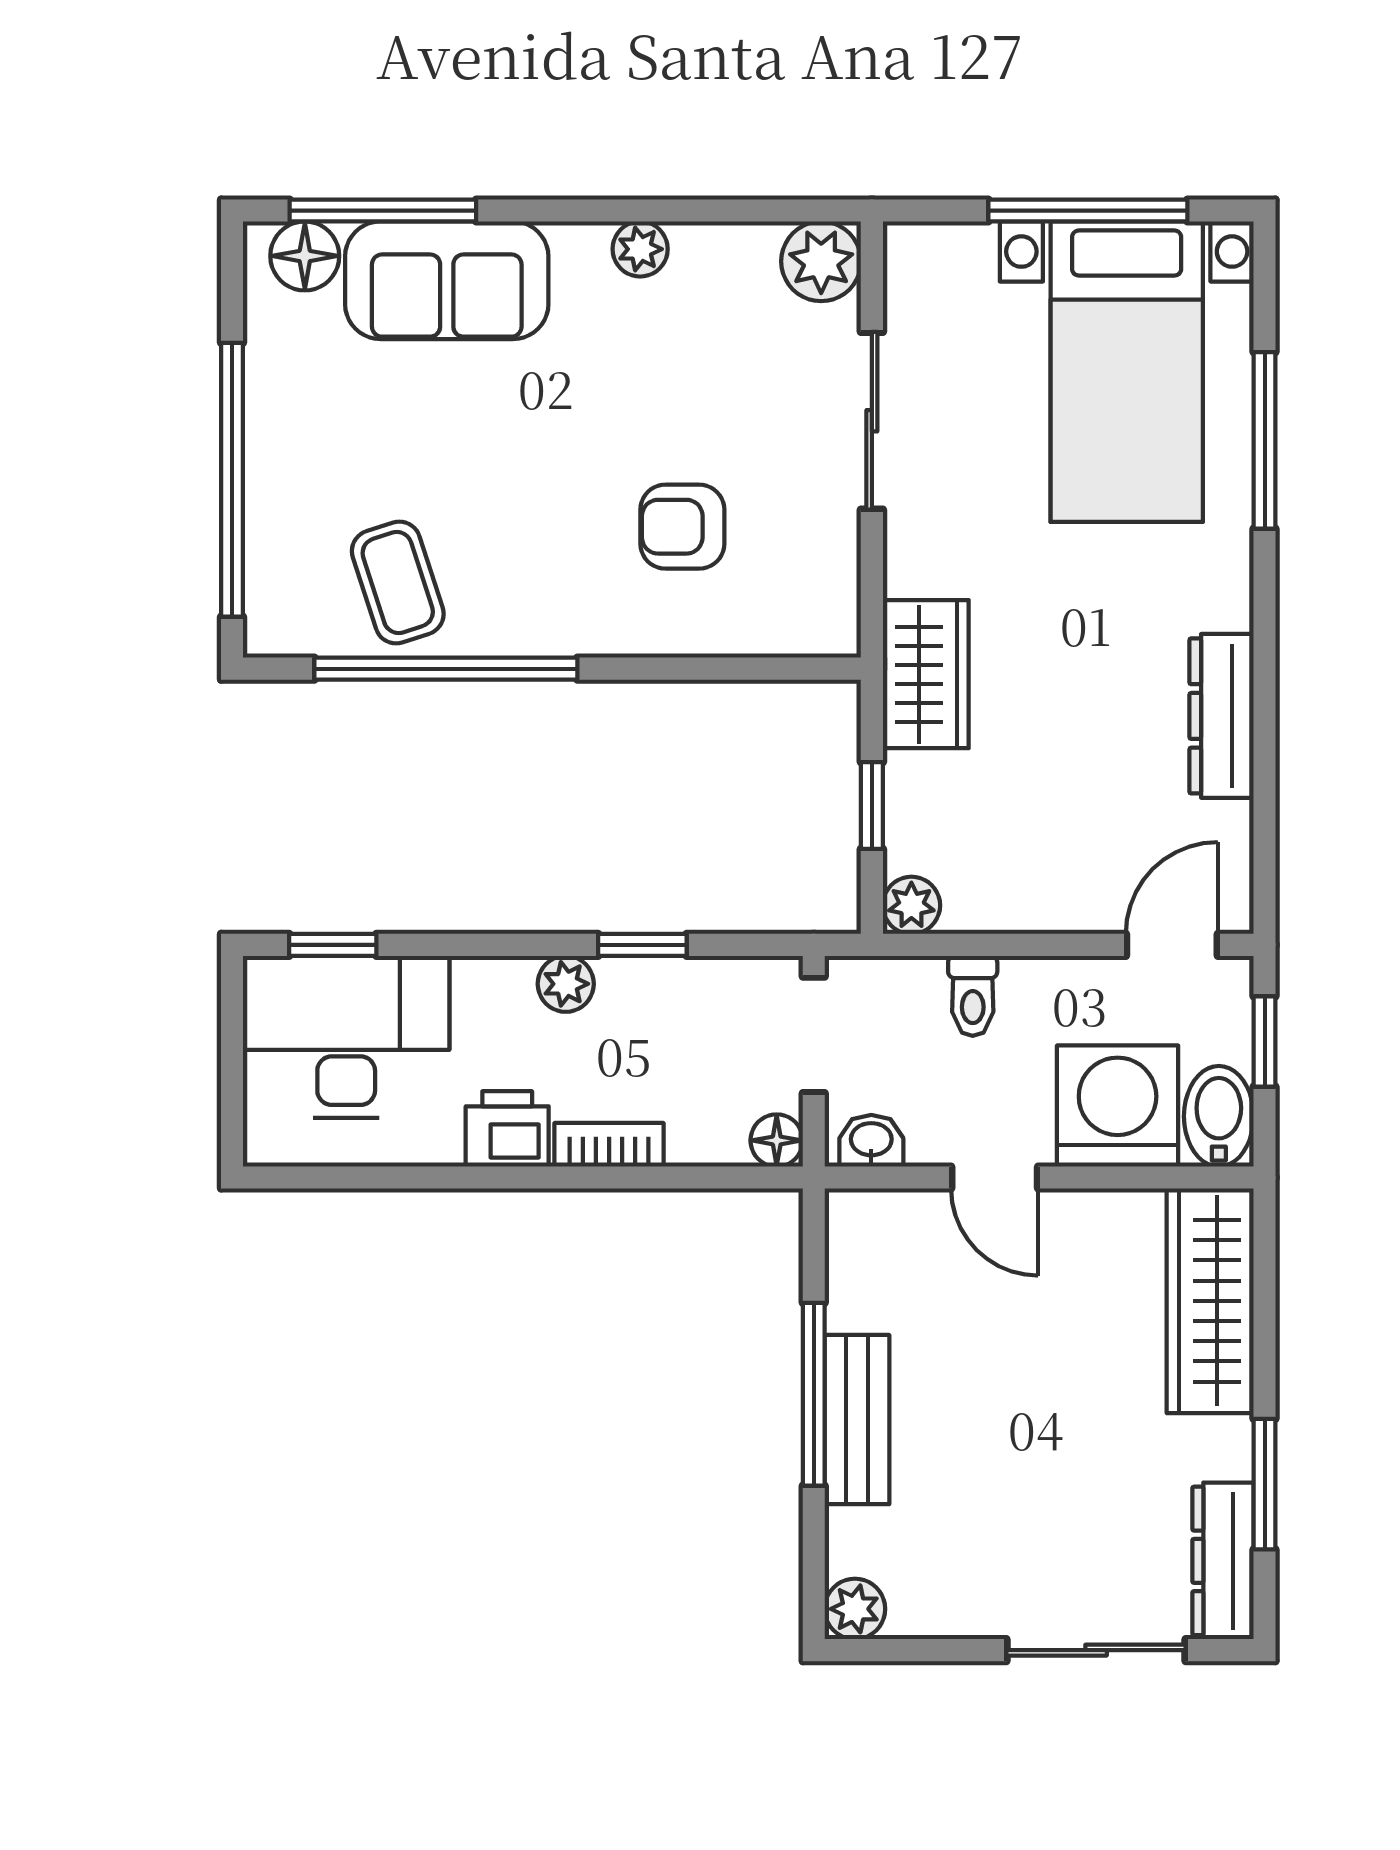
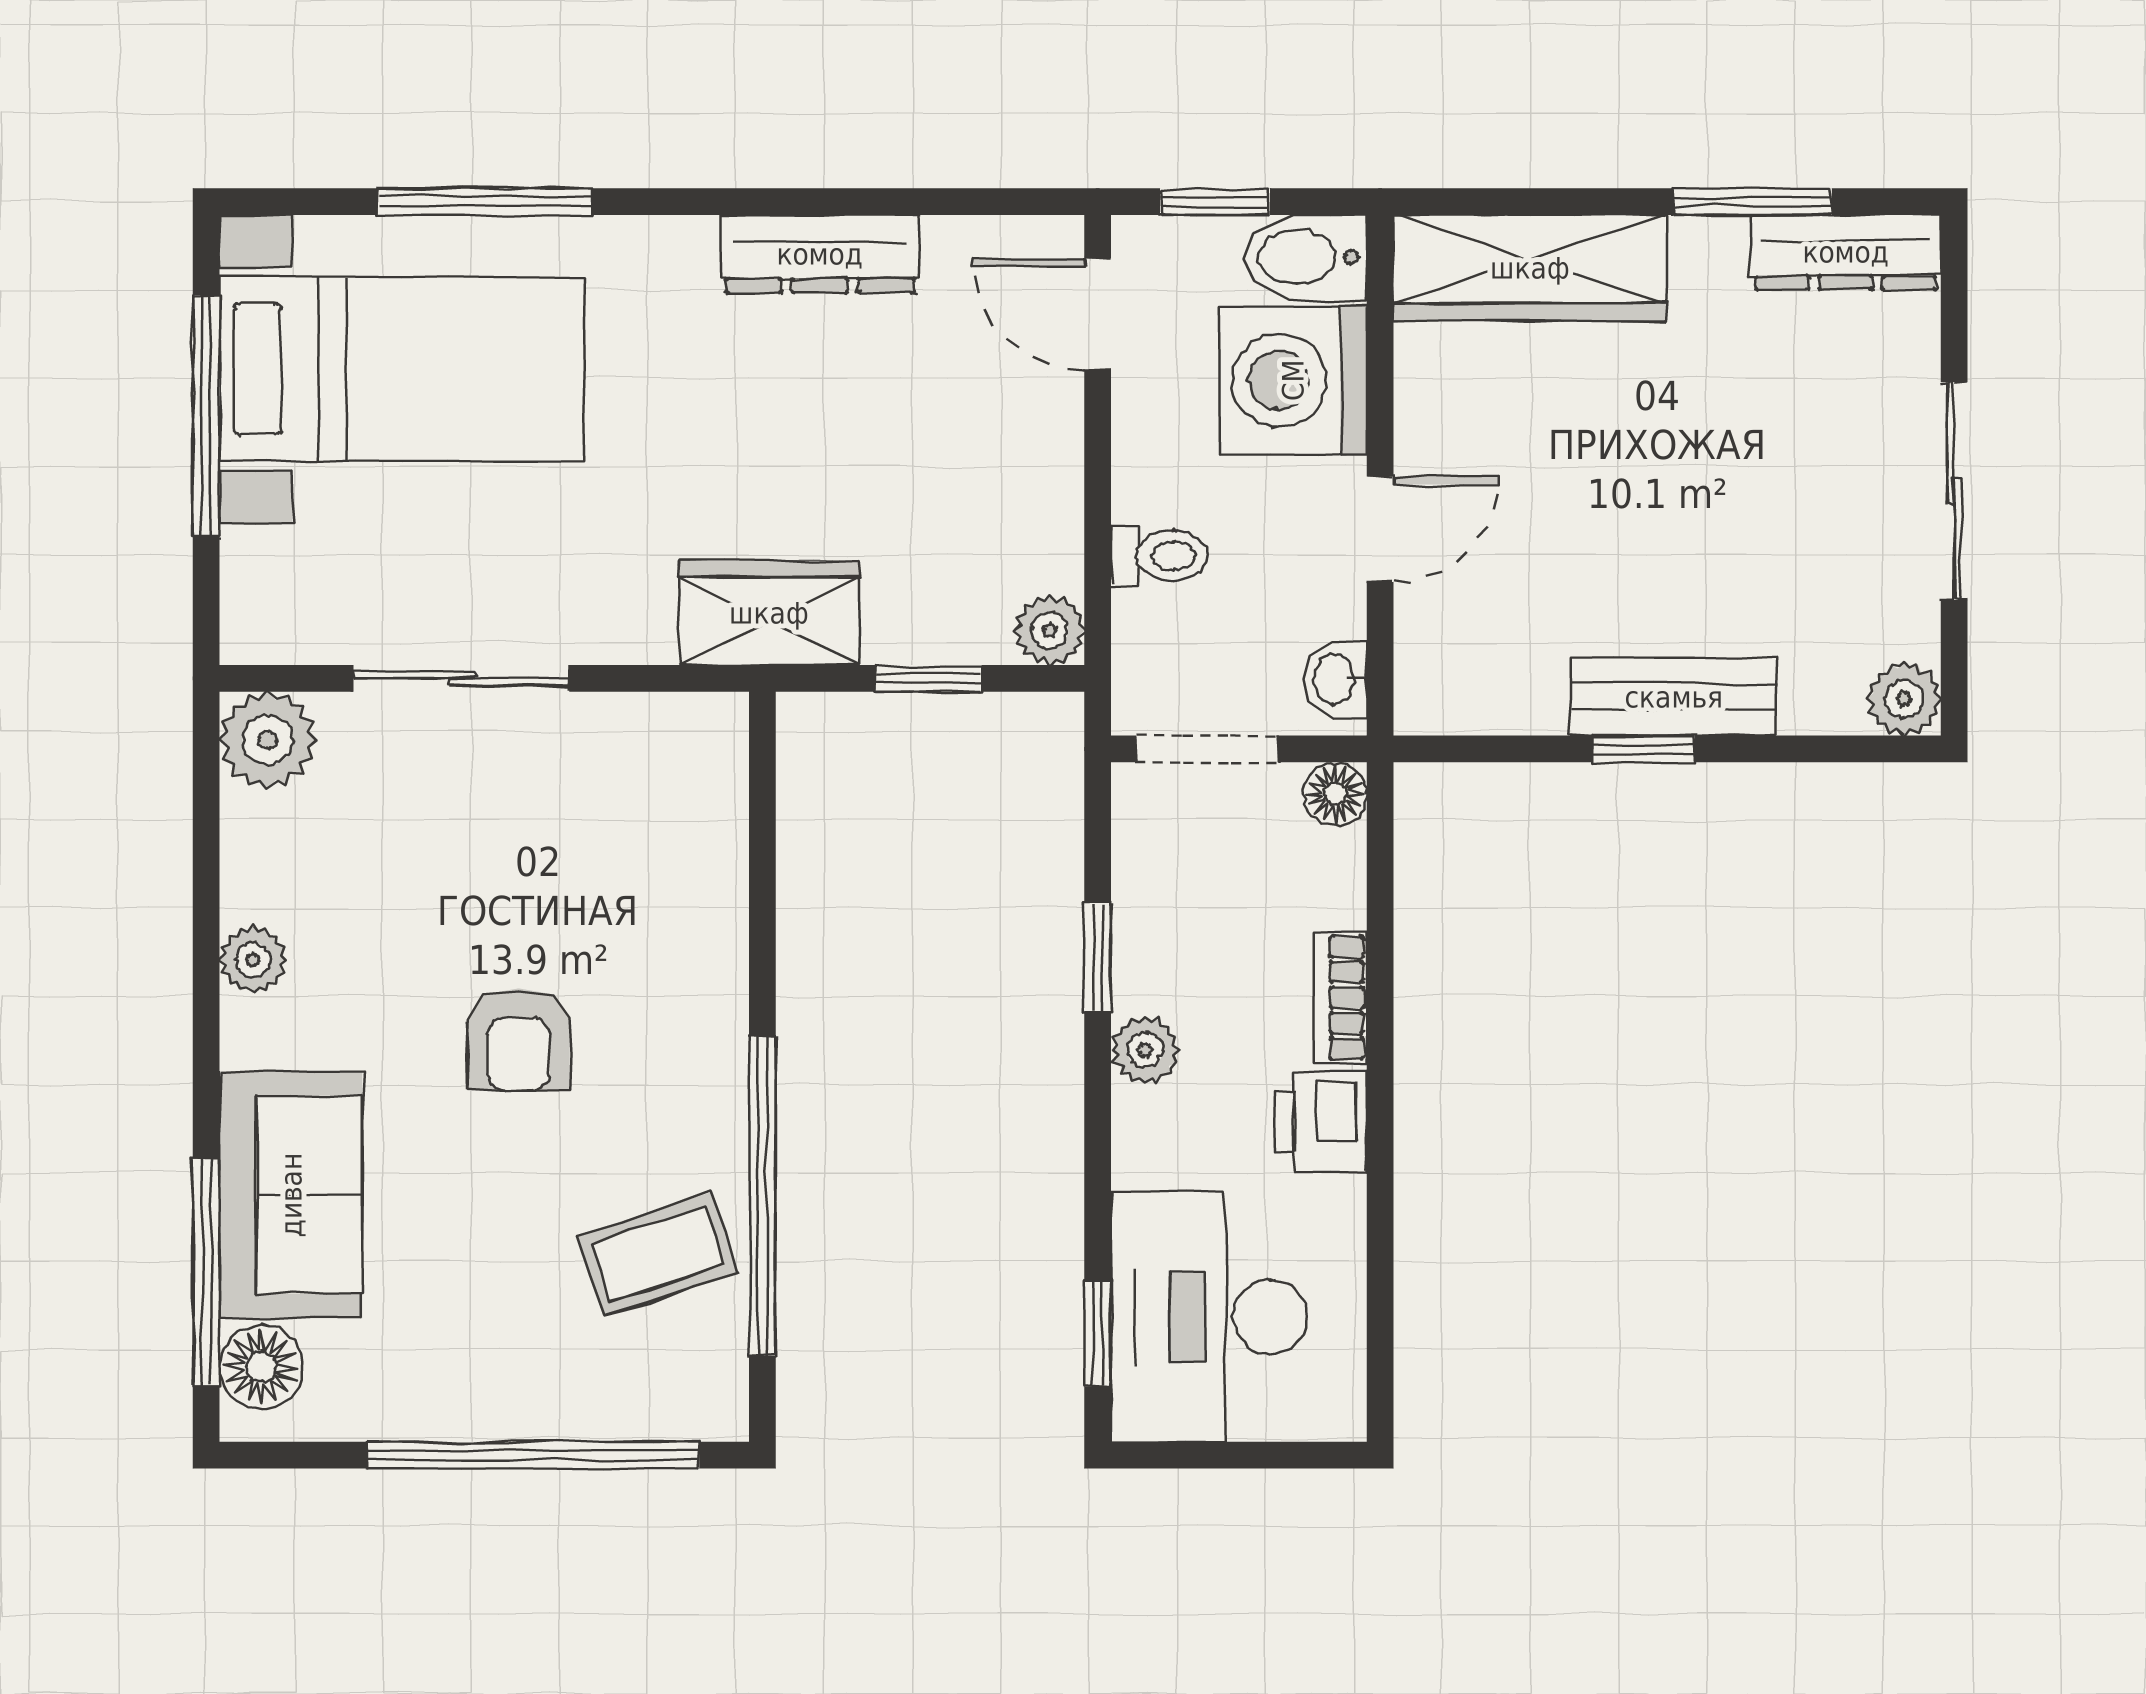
armchair: (682, 527) -> (519, 1040), moved
window: (814, 1394) -> (1643, 749), width x0.46
sliding door: (1096, 1650) -> (1954, 491), moved

